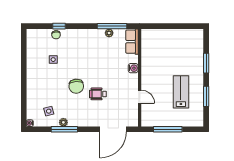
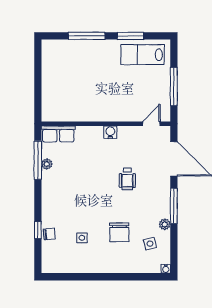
window: (206, 63) -> (87, 36), width x1.44
water cooler: (133, 68) -> (110, 132), moved
chair: (76, 86) -> (119, 232), moved, turned 94
lab bench: (181, 92) -> (143, 55), moved
door: (140, 97) -> (151, 124), moved
window: (64, 129) -> (174, 206), moved

